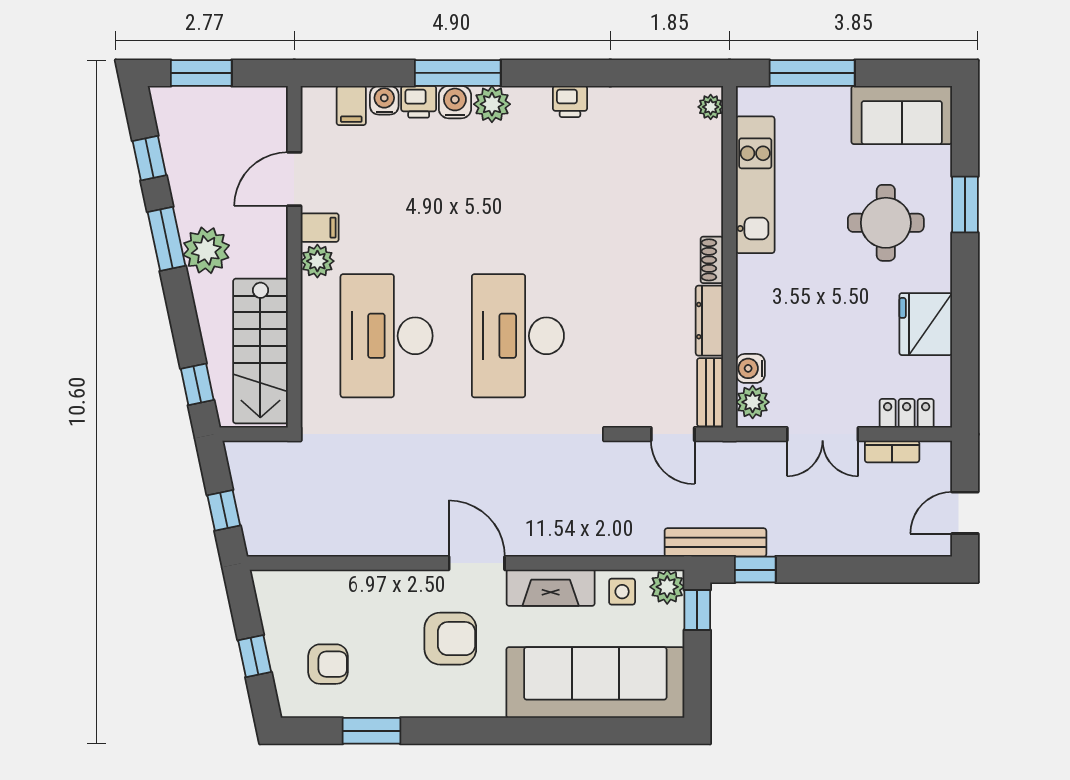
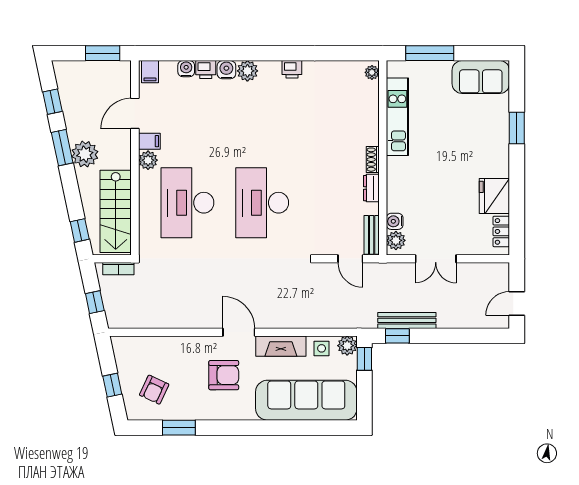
window: (201, 73) -> (103, 53), moved
window: (458, 73) -> (228, 53), removed
filing cabinet: (351, 105) -> (150, 72), moved
round table: (886, 223) -> (472, 138), removed
dresser: (709, 321) -> (371, 188), width x0.70
locker: (907, 413) -> (501, 231), moved, turned -90
bookcase: (892, 451) -> (118, 269), moved
bench: (715, 542) -> (407, 320), moved
armchair: (328, 664) -> (154, 390), turned 115

